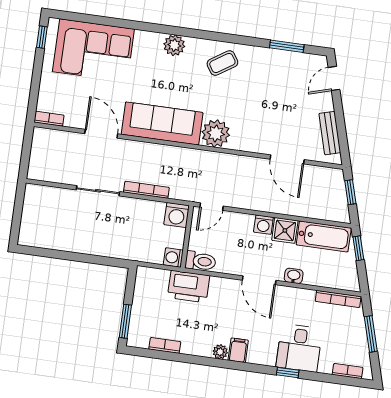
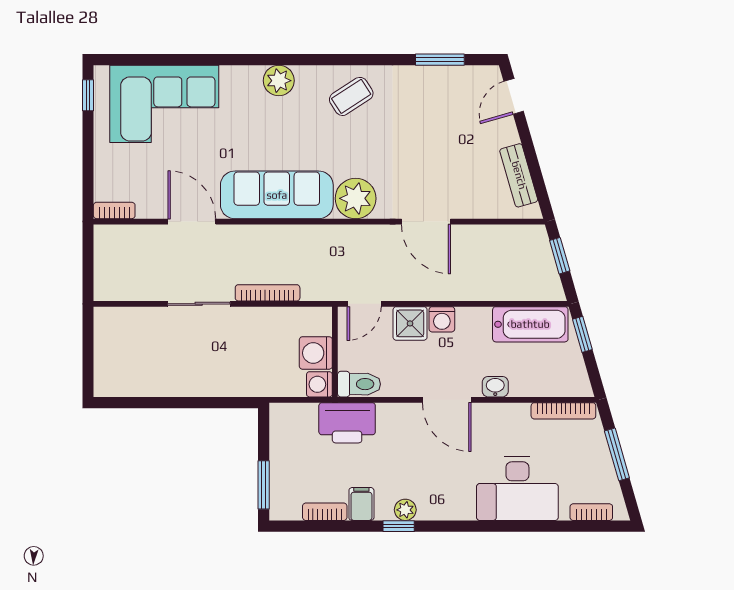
door: (287, 159) -> (426, 222), moved
washing machine: (177, 215) -> (316, 353), moved, turned 90
shower: (285, 230) -> (410, 323), moved
desk: (299, 348) -> (517, 489), width x1.37
filing cabinet: (238, 350) -> (361, 504), moved
window: (288, 373) -> (399, 526), moved

